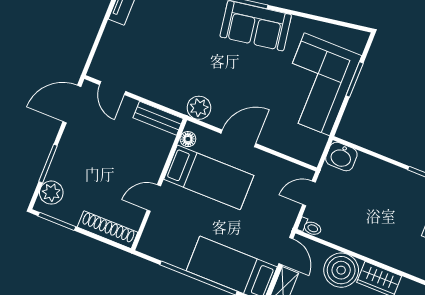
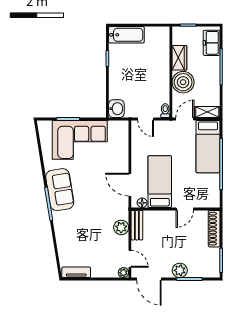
plant: (96, 71) -> (123, 273), added
door: (113, 88) -> (130, 259), hinge flipped
plant: (199, 108) -> (121, 227), moved
door: (238, 138) -> (130, 185), moved
plant: (51, 193) -> (180, 270), moved
door: (154, 198) -> (185, 209), hinge flipped

